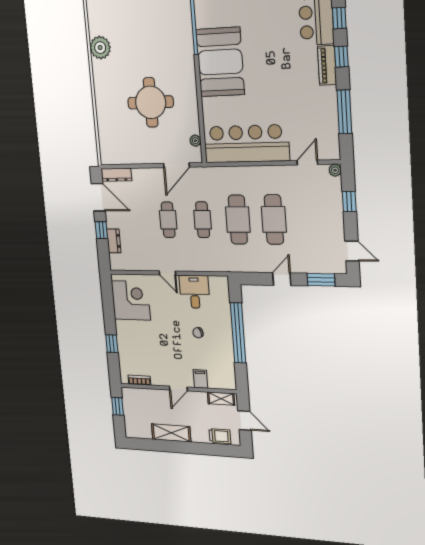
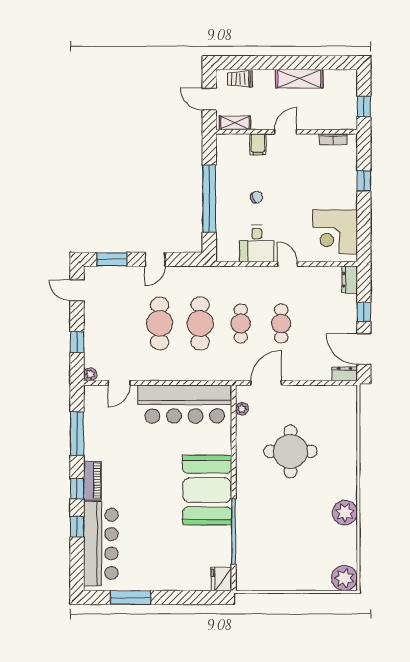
dresser: (116, 175) -> (345, 374), width x0.70
dresser: (114, 241) -> (350, 280), moved

